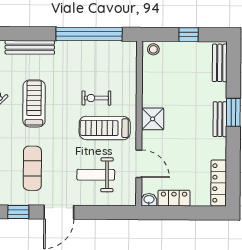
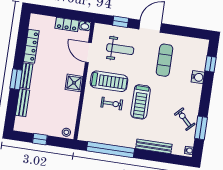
bench: (220, 63) -> (23, 103), moved
treadmill: (34, 103) -> (141, 102), moved
locker: (219, 183) -> (31, 46), moved
window: (18, 212) -> (121, 22), moved

